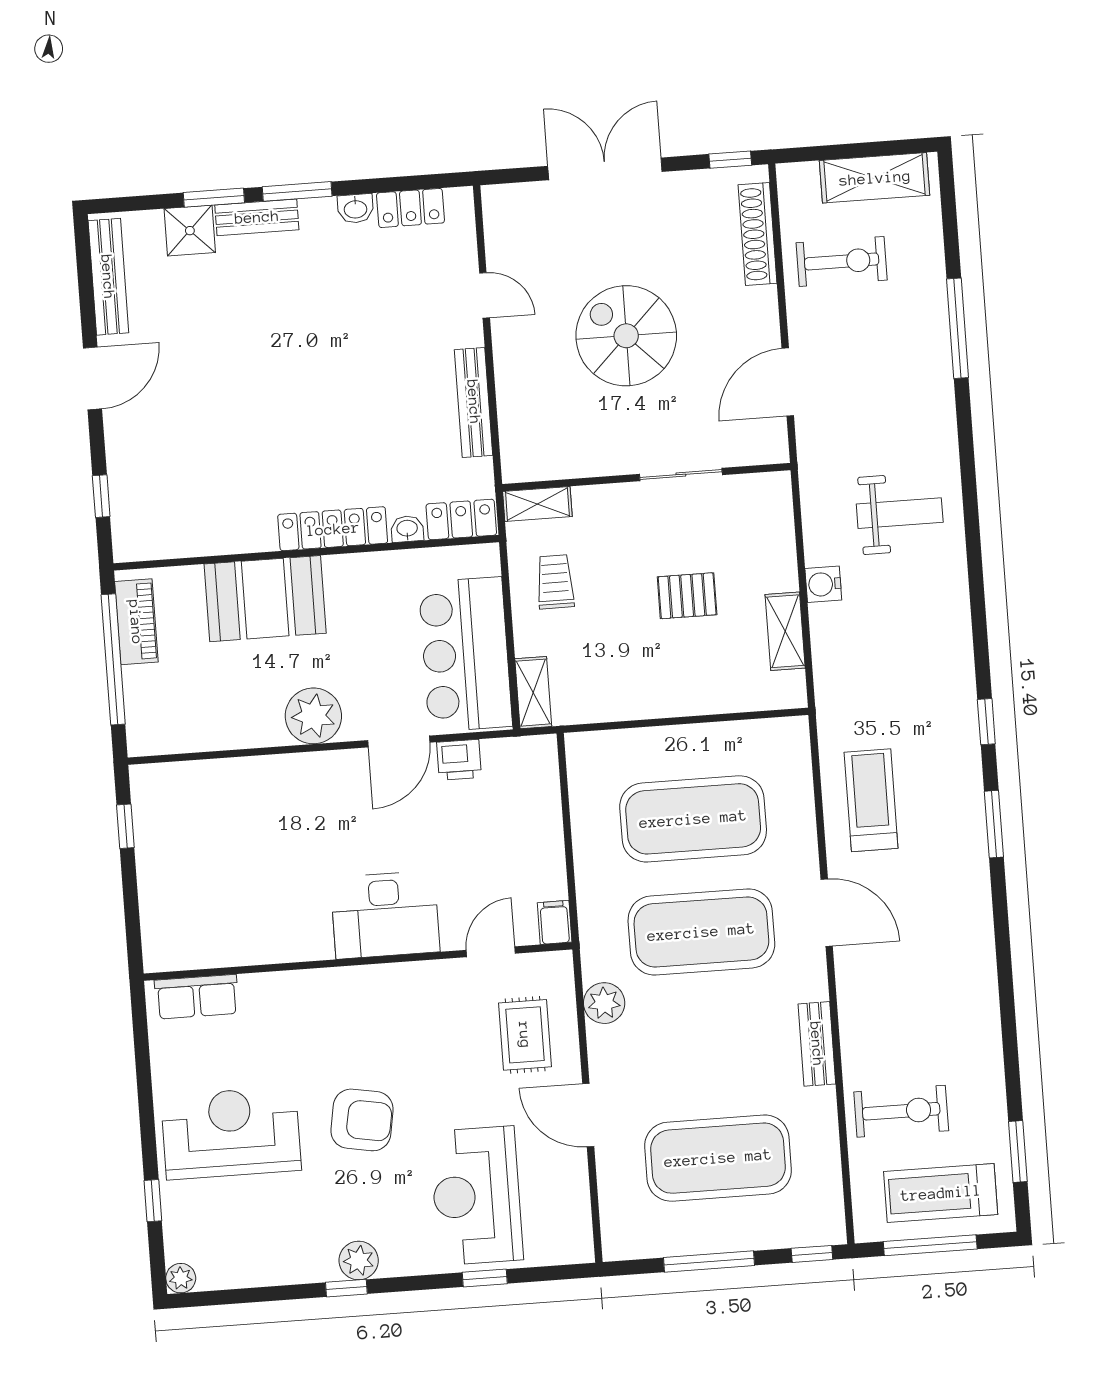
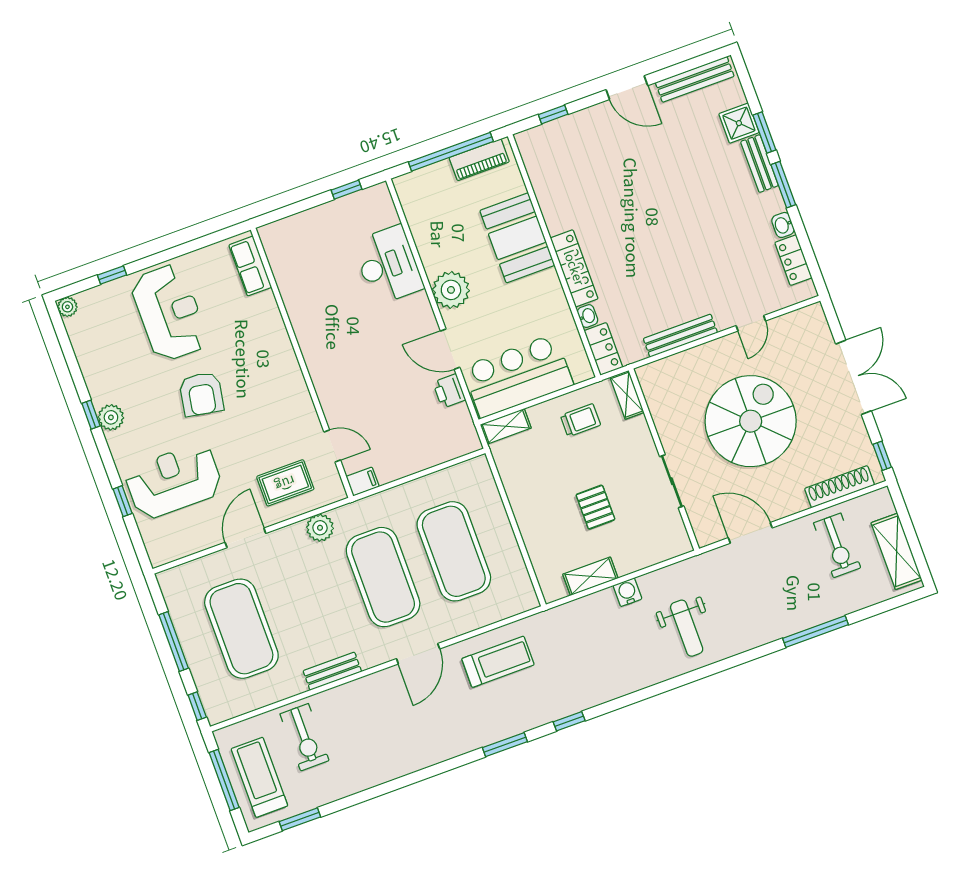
spiral stairs: (626, 336) -> (751, 421), width x1.37, depth x1.37
desk: (385, 915) -> (388, 265), moved, turned 180

